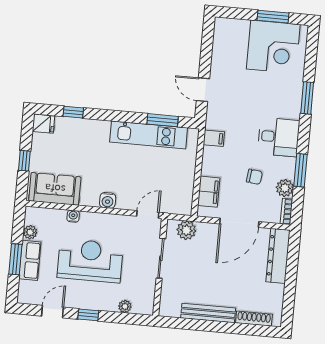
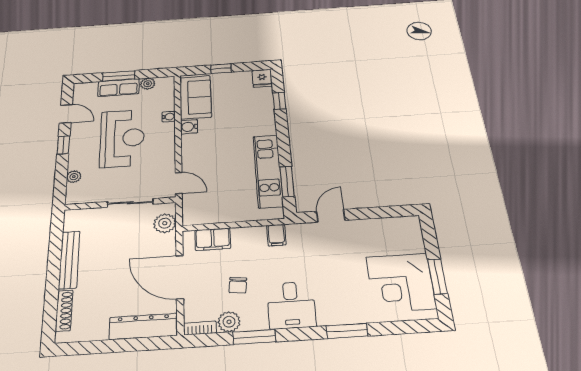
water cooler: (108, 200) -> (189, 127), moved

